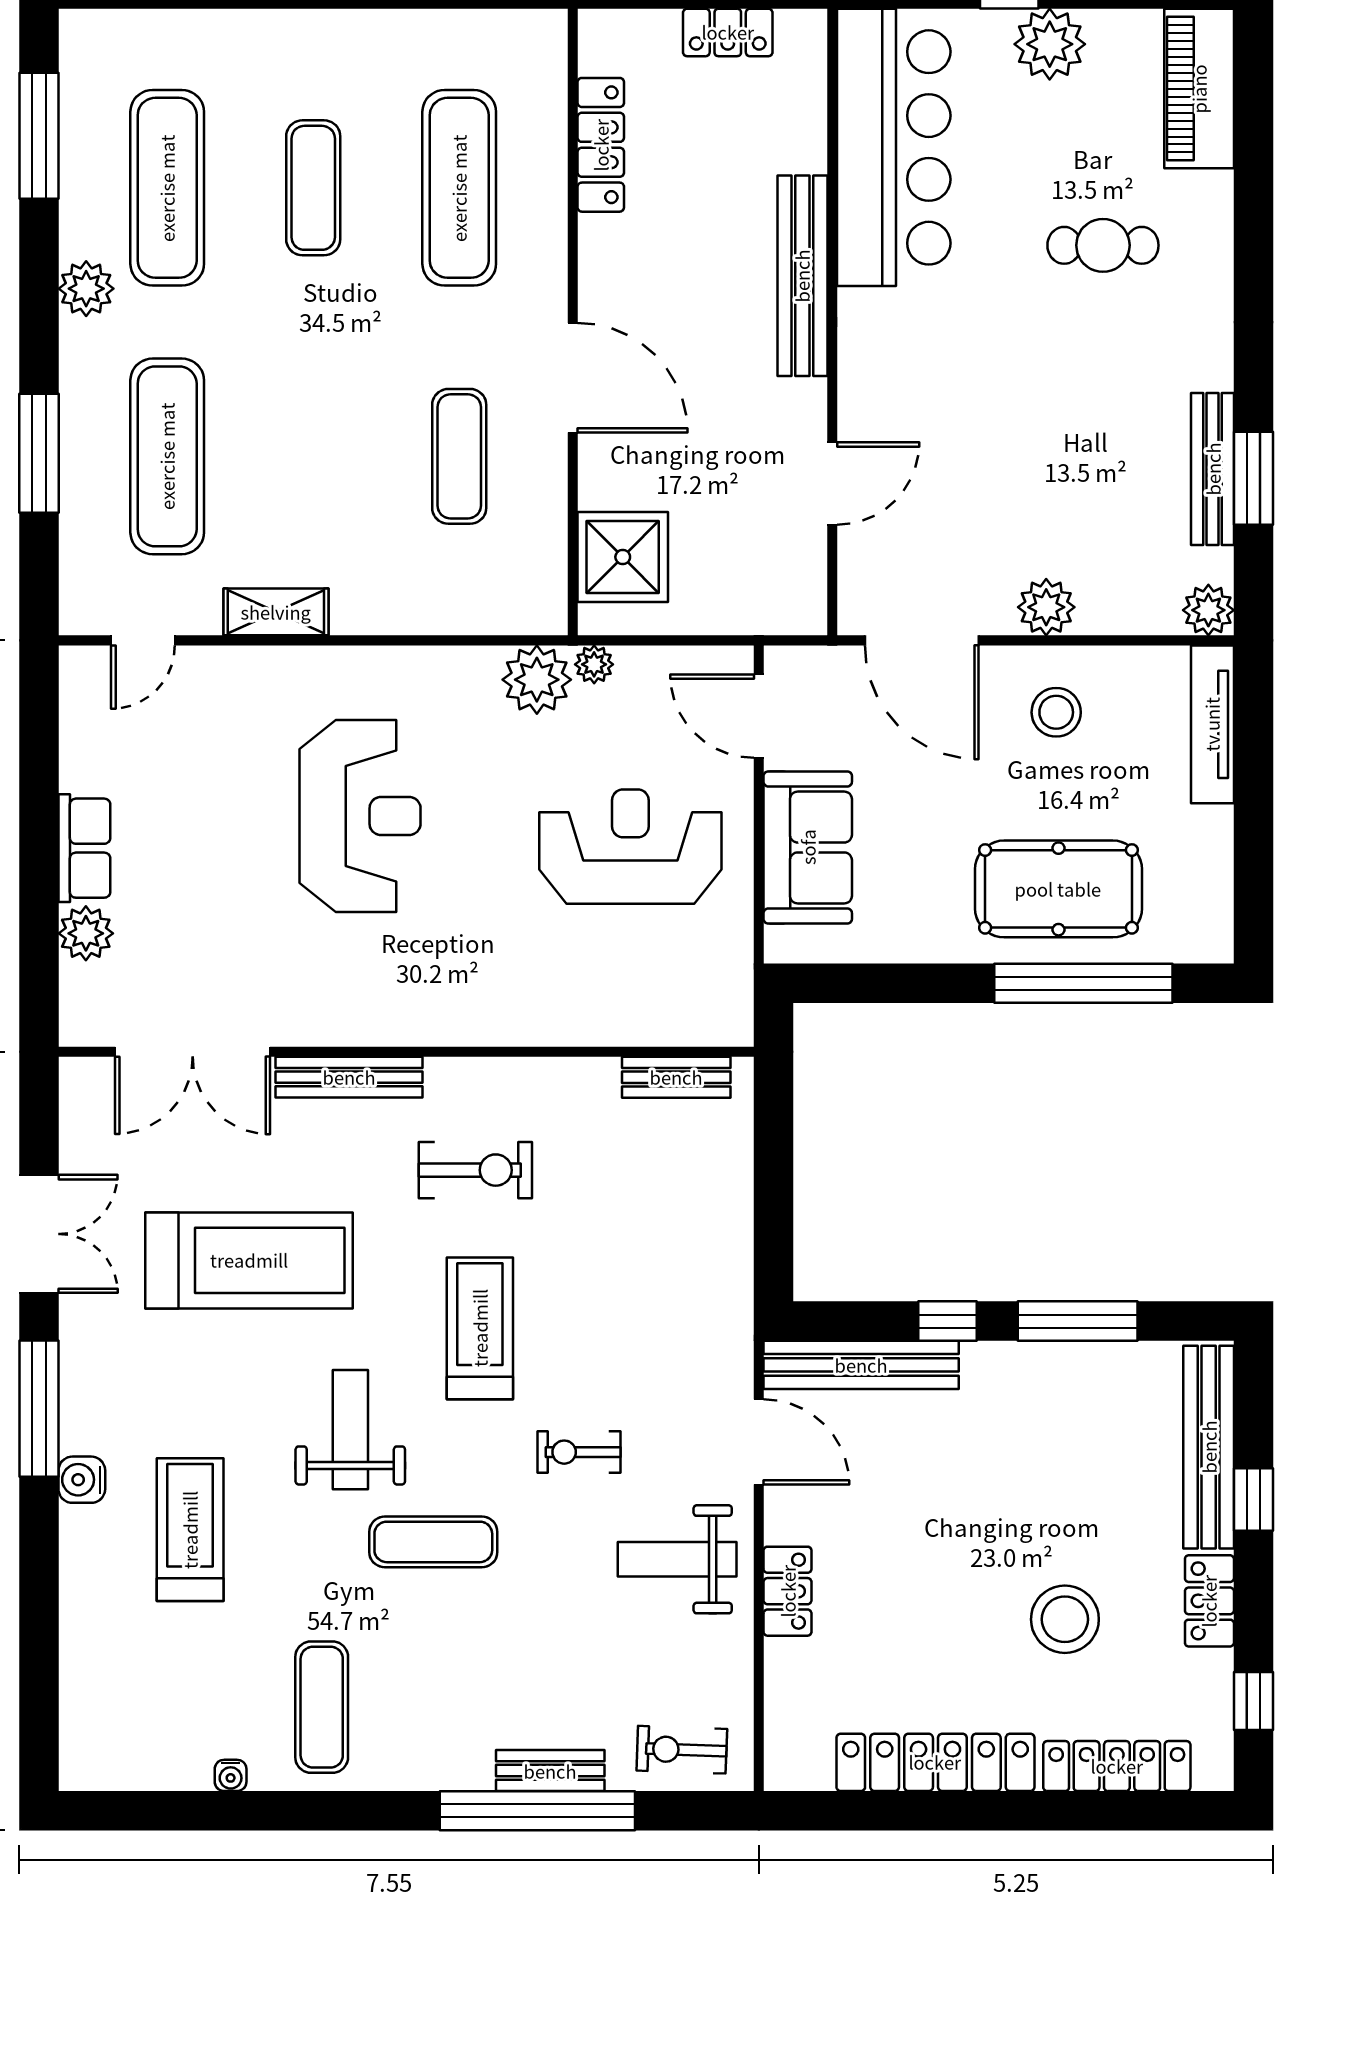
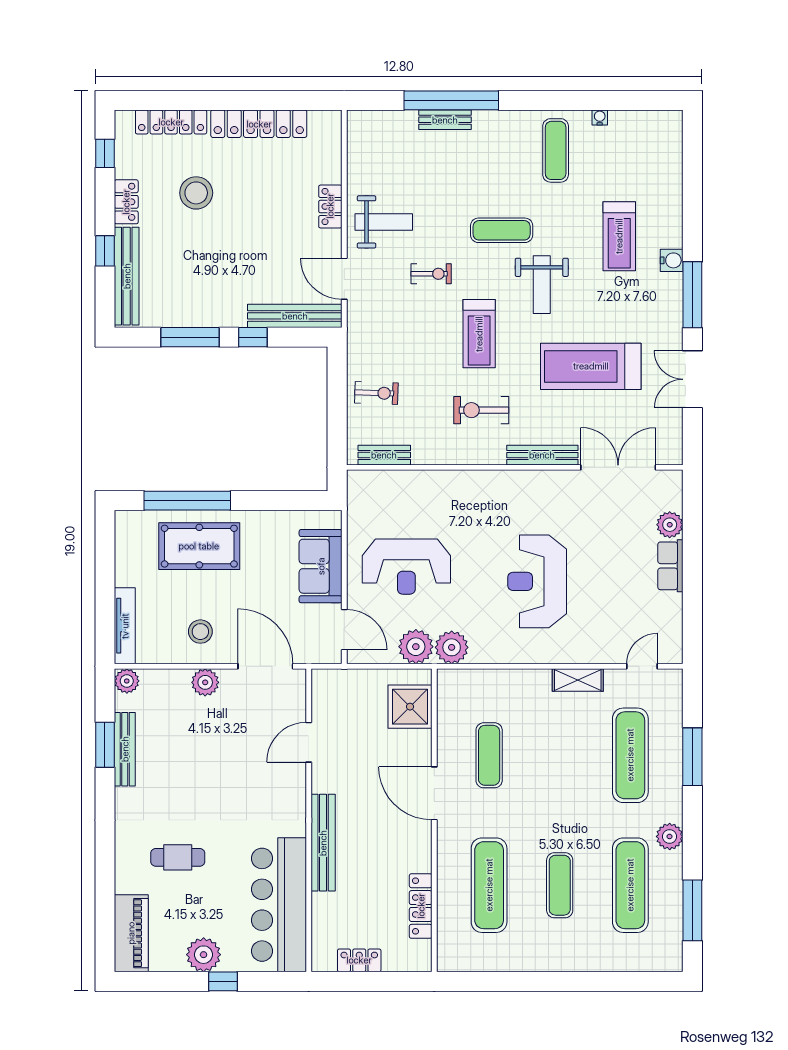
plant: (594, 664) -> (416, 647), width x1.88, depth x1.88
exercise bike: (682, 1750) -> (376, 393), moved

